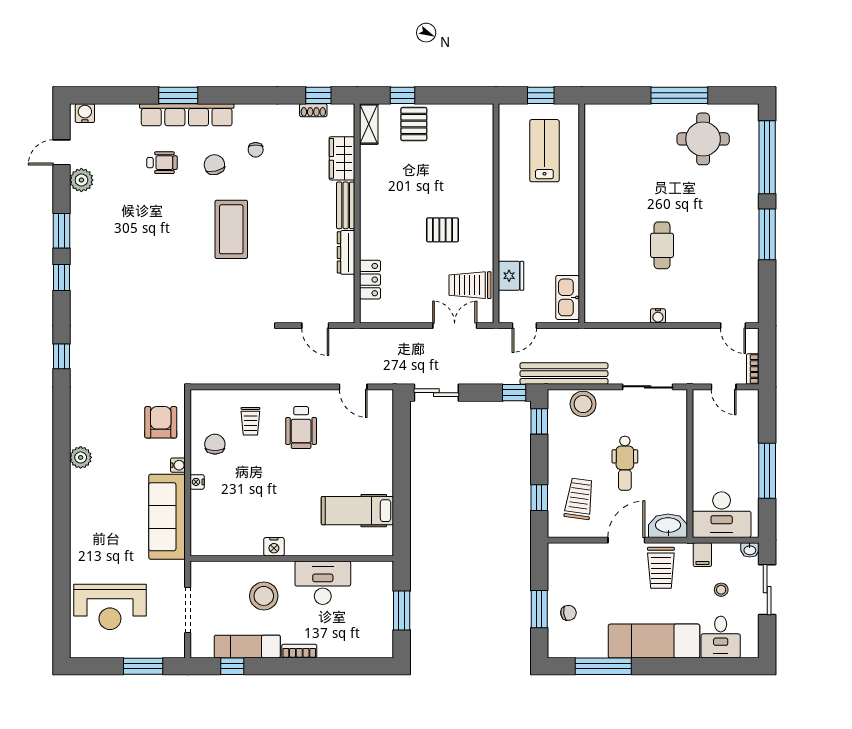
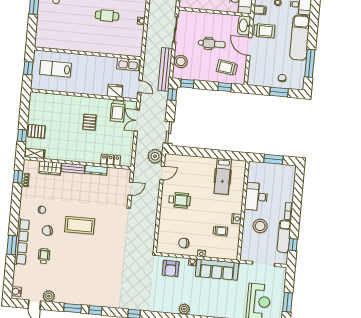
plant: (386, 369) -> (155, 156), added
trolley: (250, 421) -> (220, 231), moved
armchair: (161, 422) -> (171, 268), turned -90
window: (143, 666) -> (288, 302), moved

